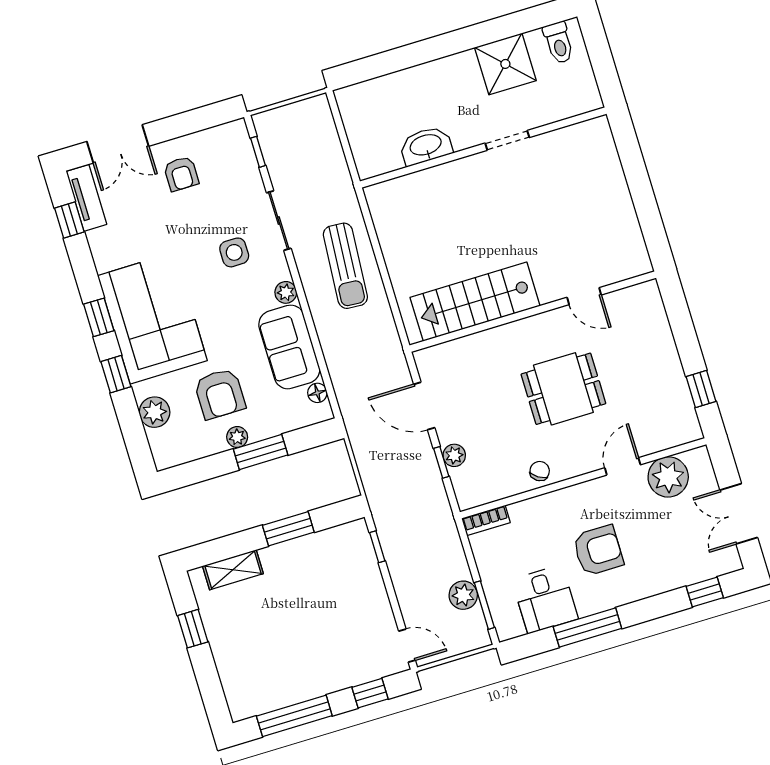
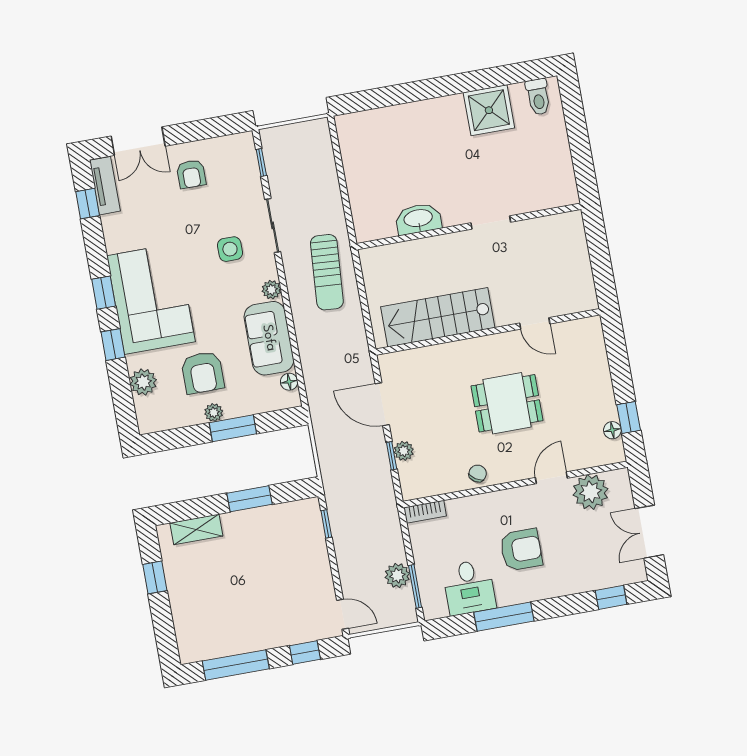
doorway: (507, 140) -> (491, 222), moved
washbasin: (426, 146) -> (418, 219), moved
wall: (483, 148) -> (469, 226), moved
floor lamp: (685, 405) -> (612, 430), added

